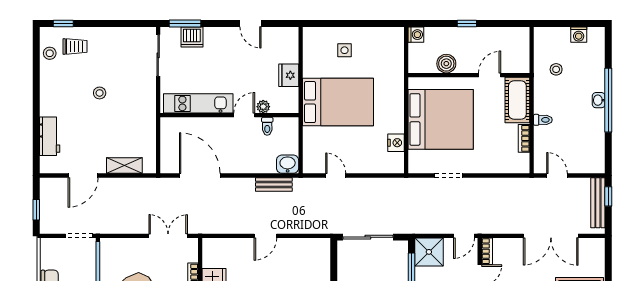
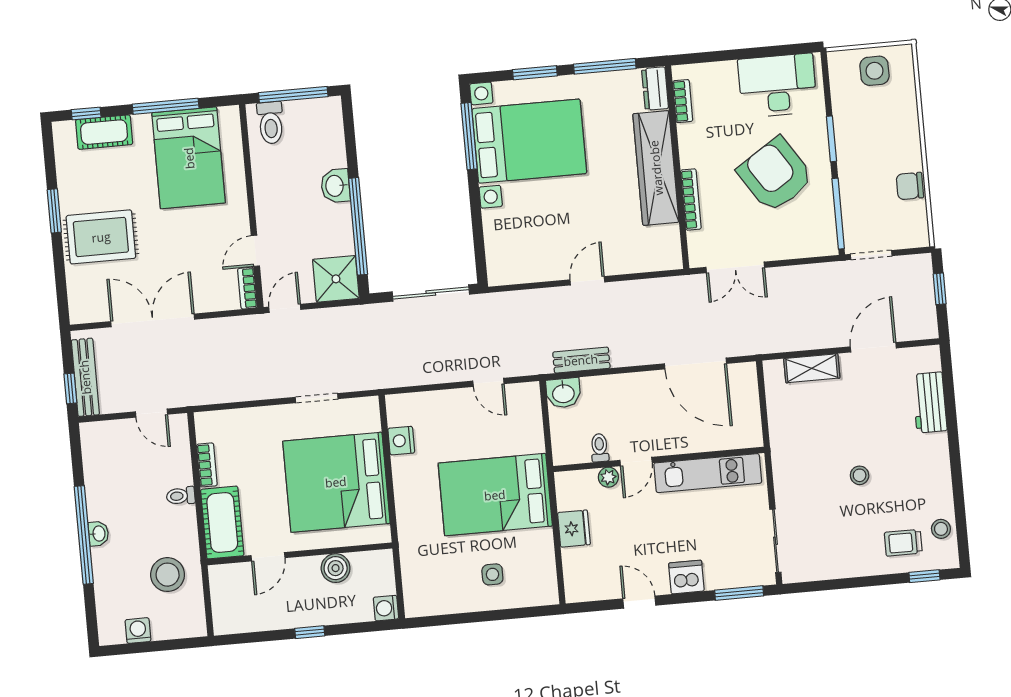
dishwasher: (192, 37) -> (686, 577), moved
stool: (556, 69) -> (168, 575), width x1.89, depth x1.89

